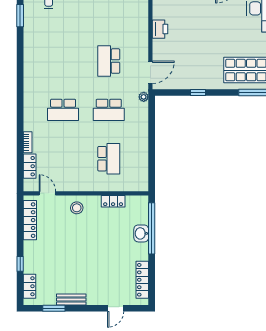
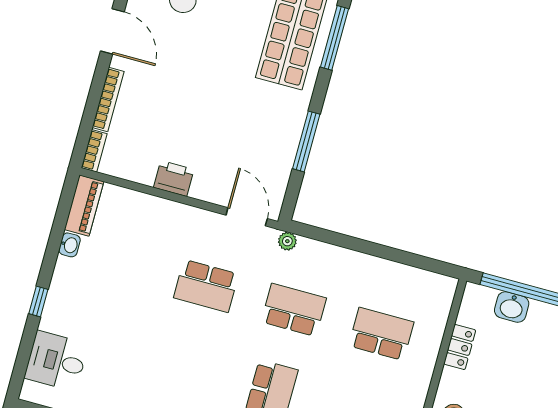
window: (198, 92) -> (306, 141), width x2.17
school desk: (109, 110) -> (294, 310), turned -90
washbasin: (141, 233) -> (512, 307), moved

